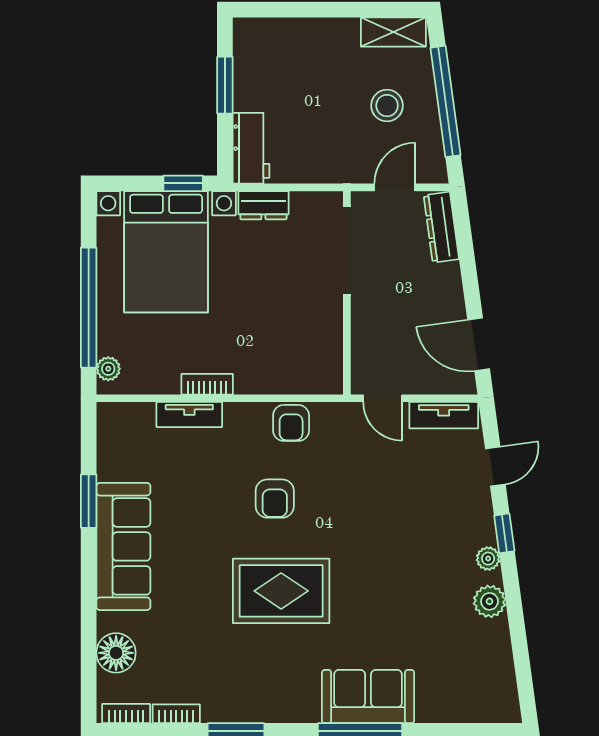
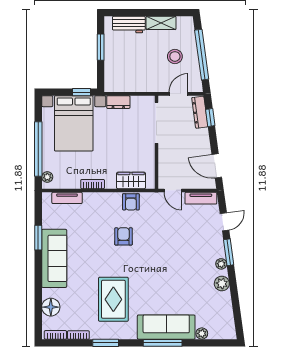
shelving: (393, 32) -> (161, 23), moved
workbench: (251, 148) -> (129, 25), moved, turned 90
window: (464, 239) -> (210, 117), added
wardrobe: (291, 376) -> (131, 180), added
tv unit: (189, 414) -> (67, 198), moved
armchair: (275, 499) -> (123, 236), turned 180
window: (504, 533) -> (229, 252), width x1.50
rug: (281, 591) -> (113, 299), moved, turned 90
sofa: (368, 697) -> (166, 327), width x1.36
plant: (446, 711) -> (202, 333), added

